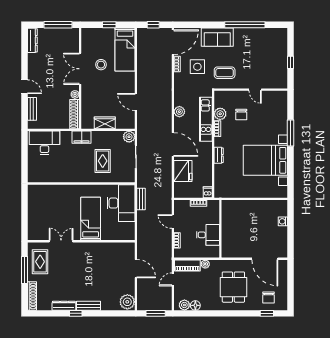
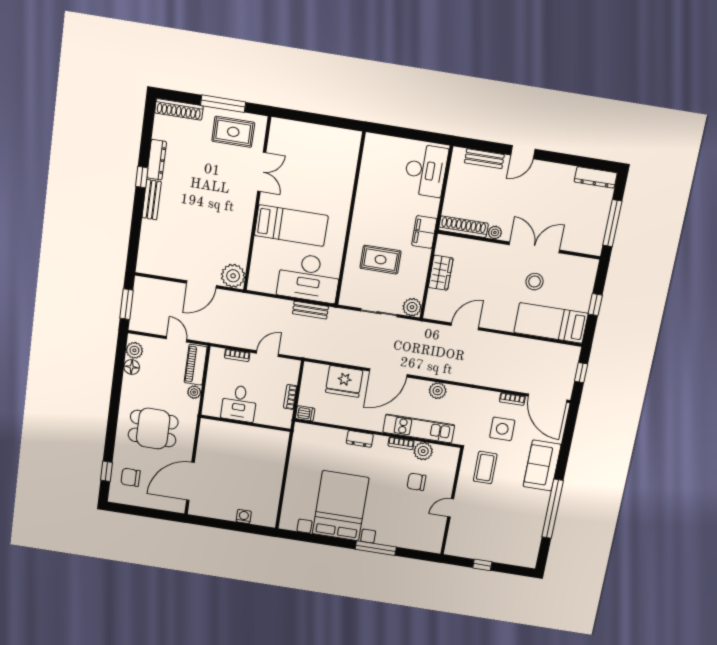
plant: (127, 302) -> (233, 276), moved

